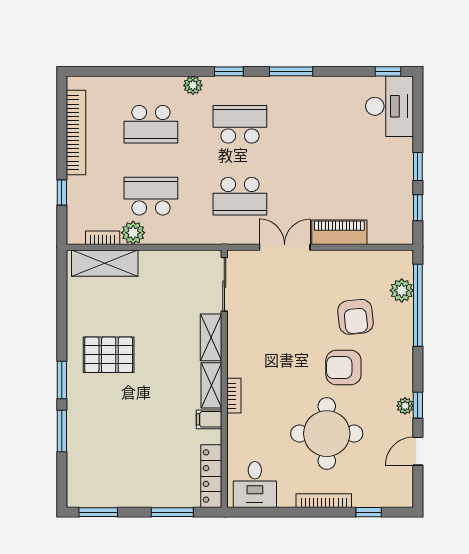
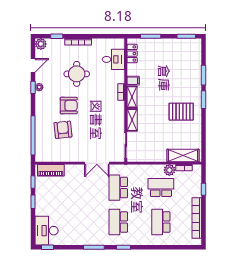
plant: (193, 85) -> (141, 241), removed
school desk: (151, 124) -> (161, 222), turned -90
school desk: (240, 124) -> (118, 222), turned 90
school desk: (151, 196) -> (161, 188), turned 180
school desk: (240, 196) -> (118, 188), turned -90
piano: (339, 232) -> (51, 170), moved
plant: (402, 290) -> (41, 44), moved
round table: (327, 434) -> (77, 74), width x0.73, depth x0.73
locker: (211, 476) -> (132, 54), width x0.66
desk: (255, 485) -> (113, 59), moved, turned 90

